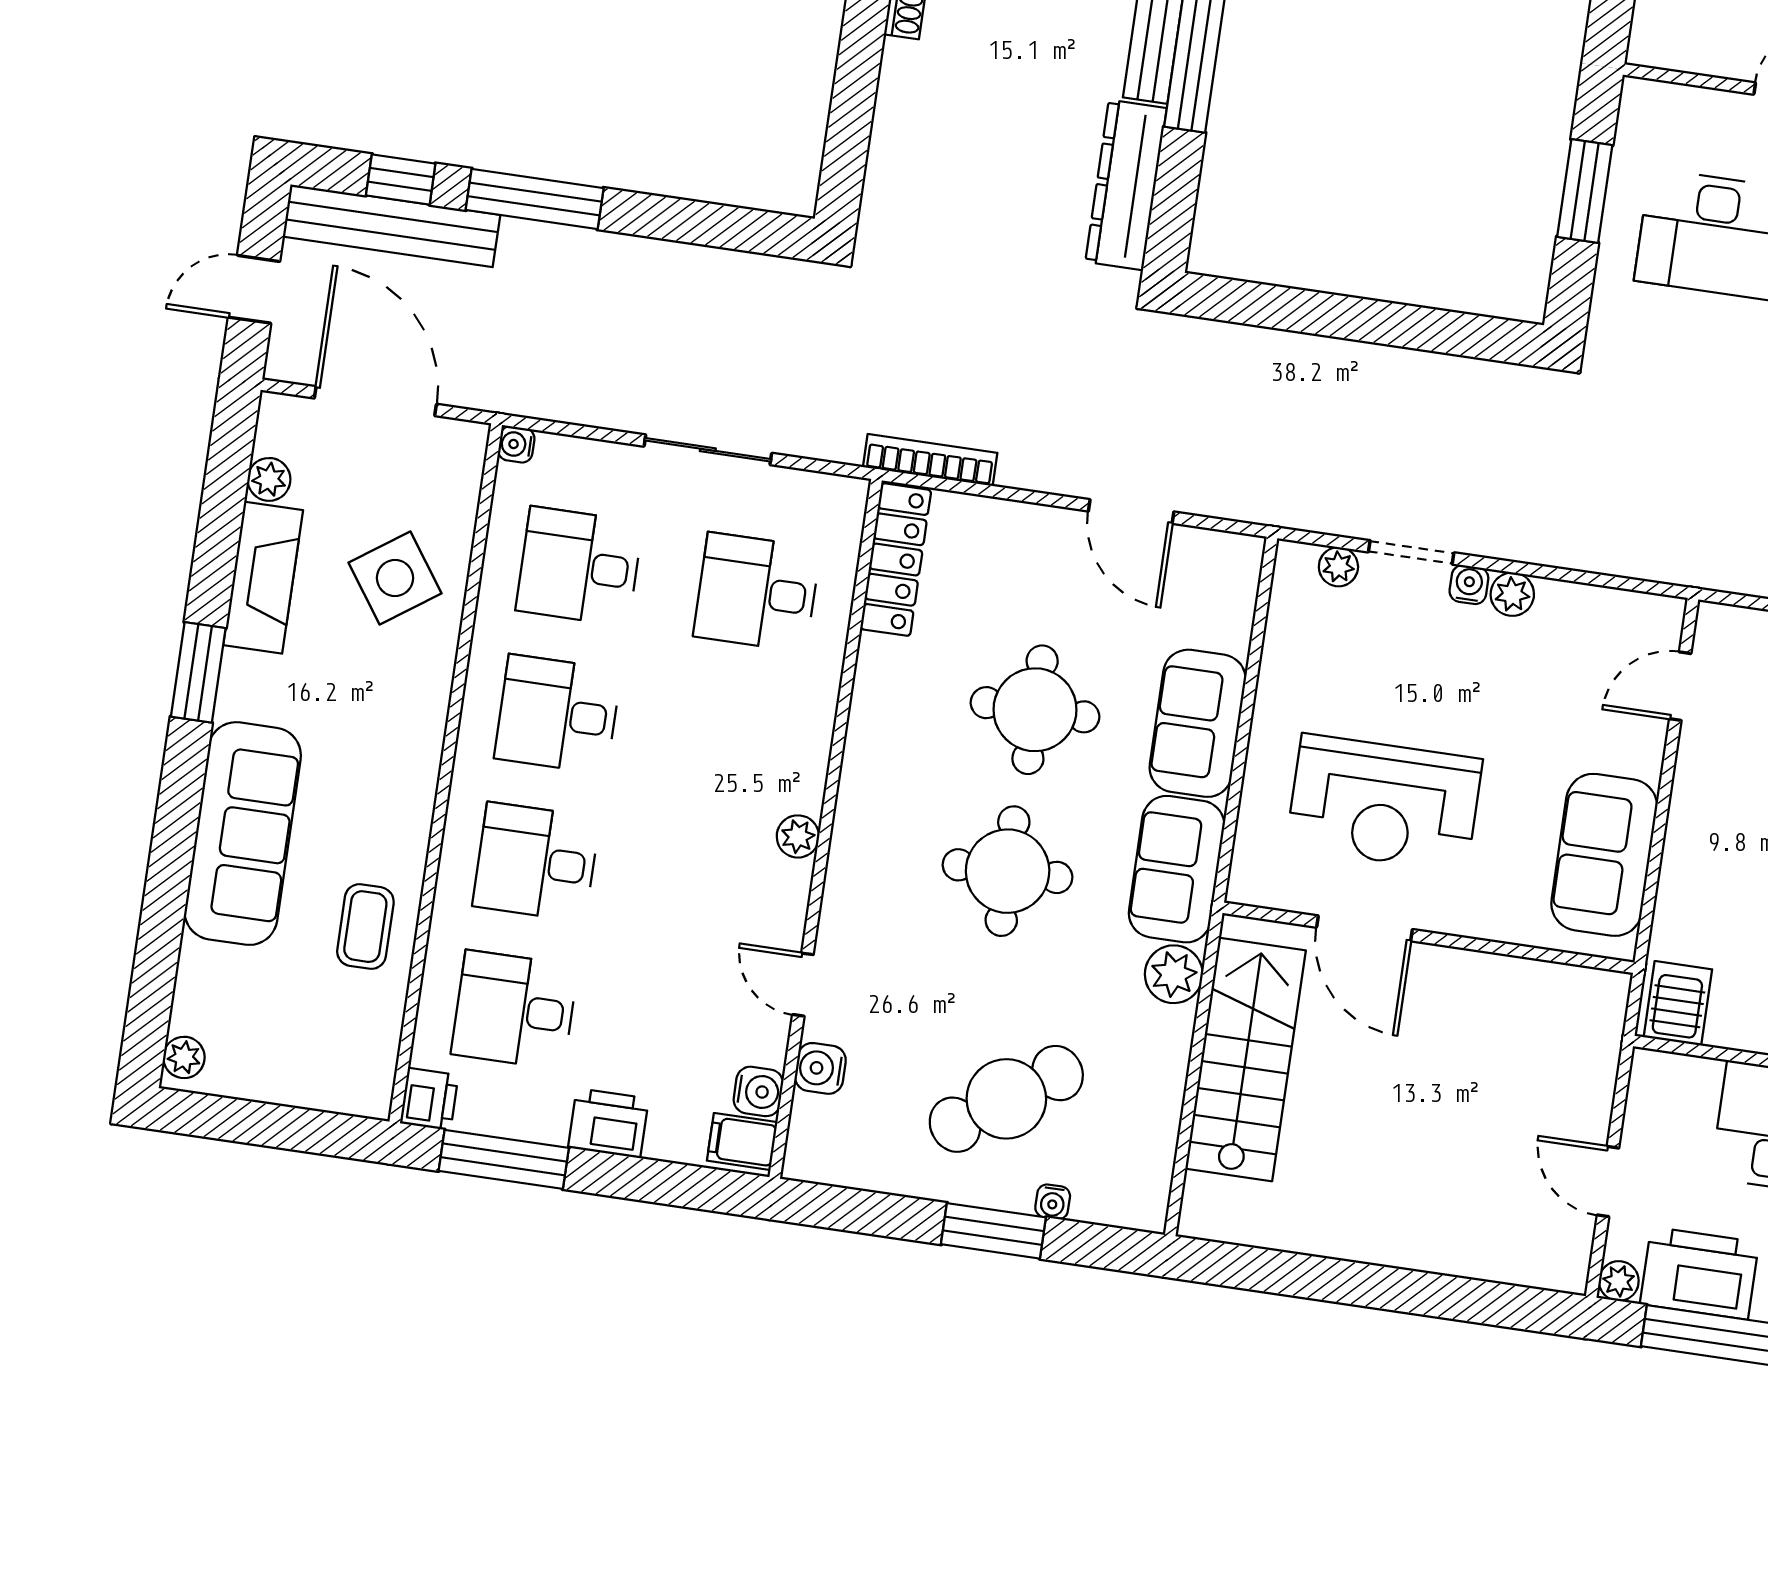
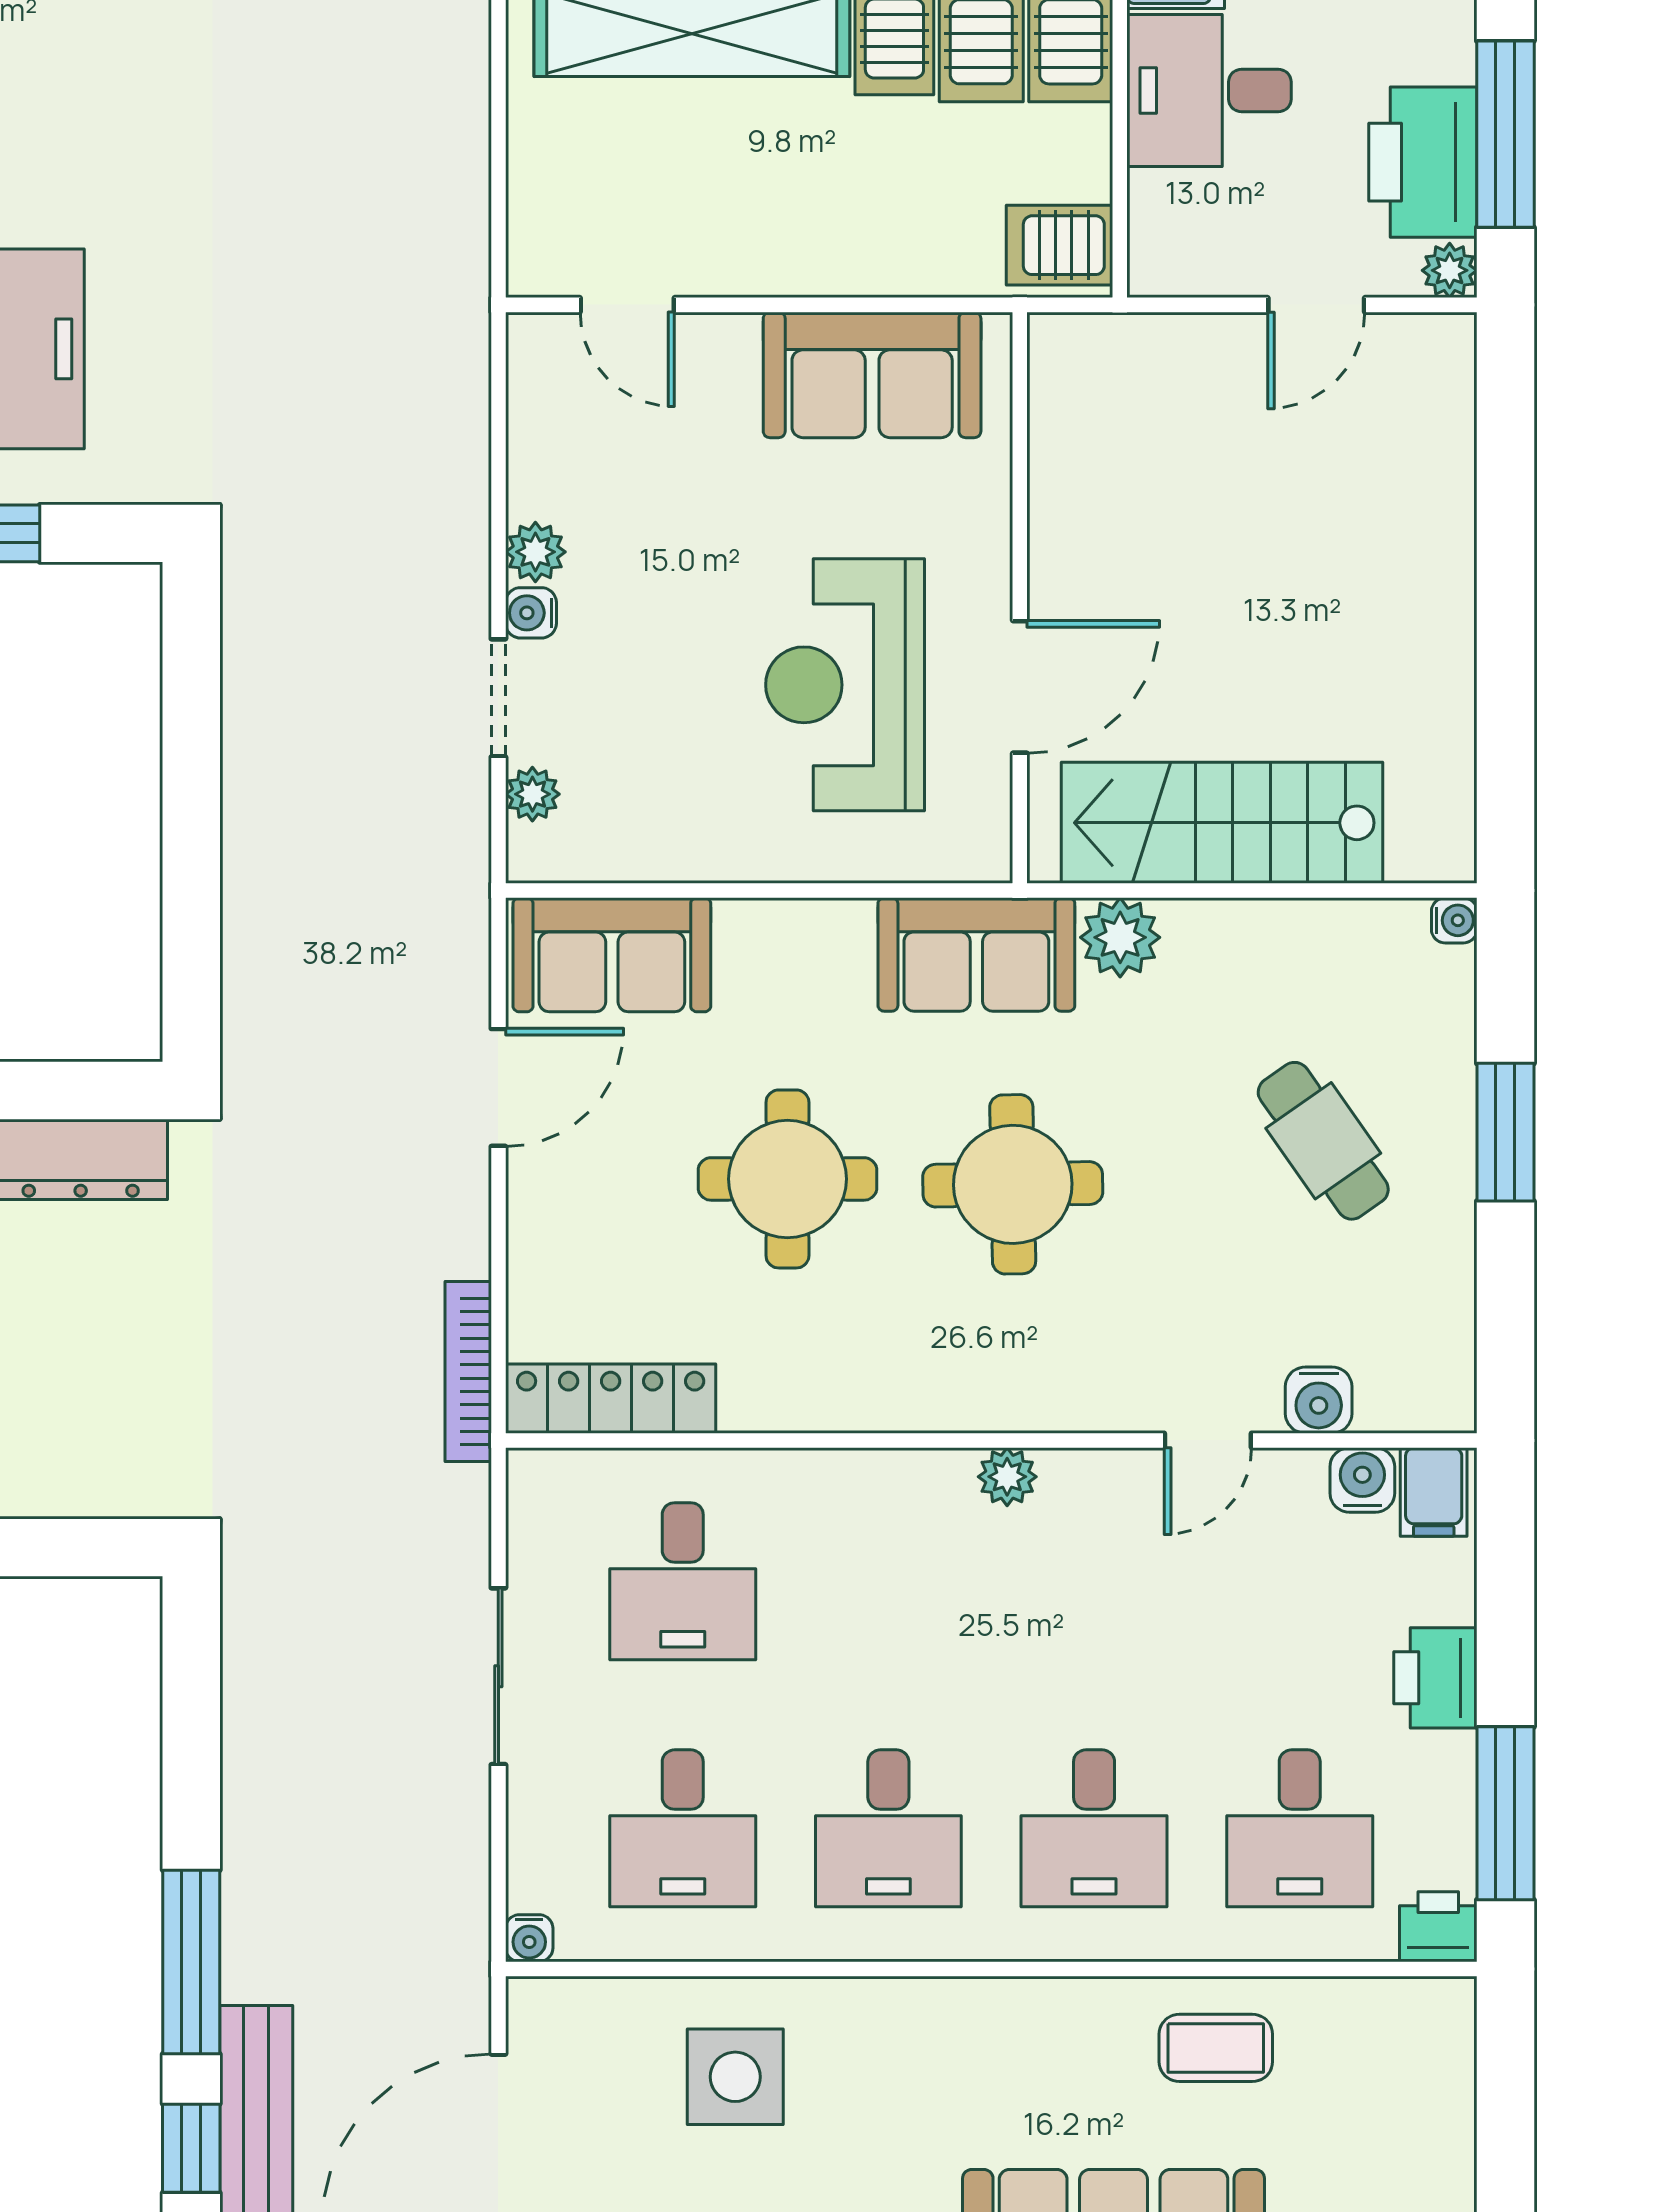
side table: (395, 578) -> (735, 2077), turned 35
sofa: (1198, 723) -> (612, 955), moved
reception desk: (1384, 803) -> (845, 685), turned 180
cafe table: (1006, 1099) -> (1323, 1141), width x0.73, depth x0.74
water cooler: (1053, 1202) -> (1454, 920), moved

